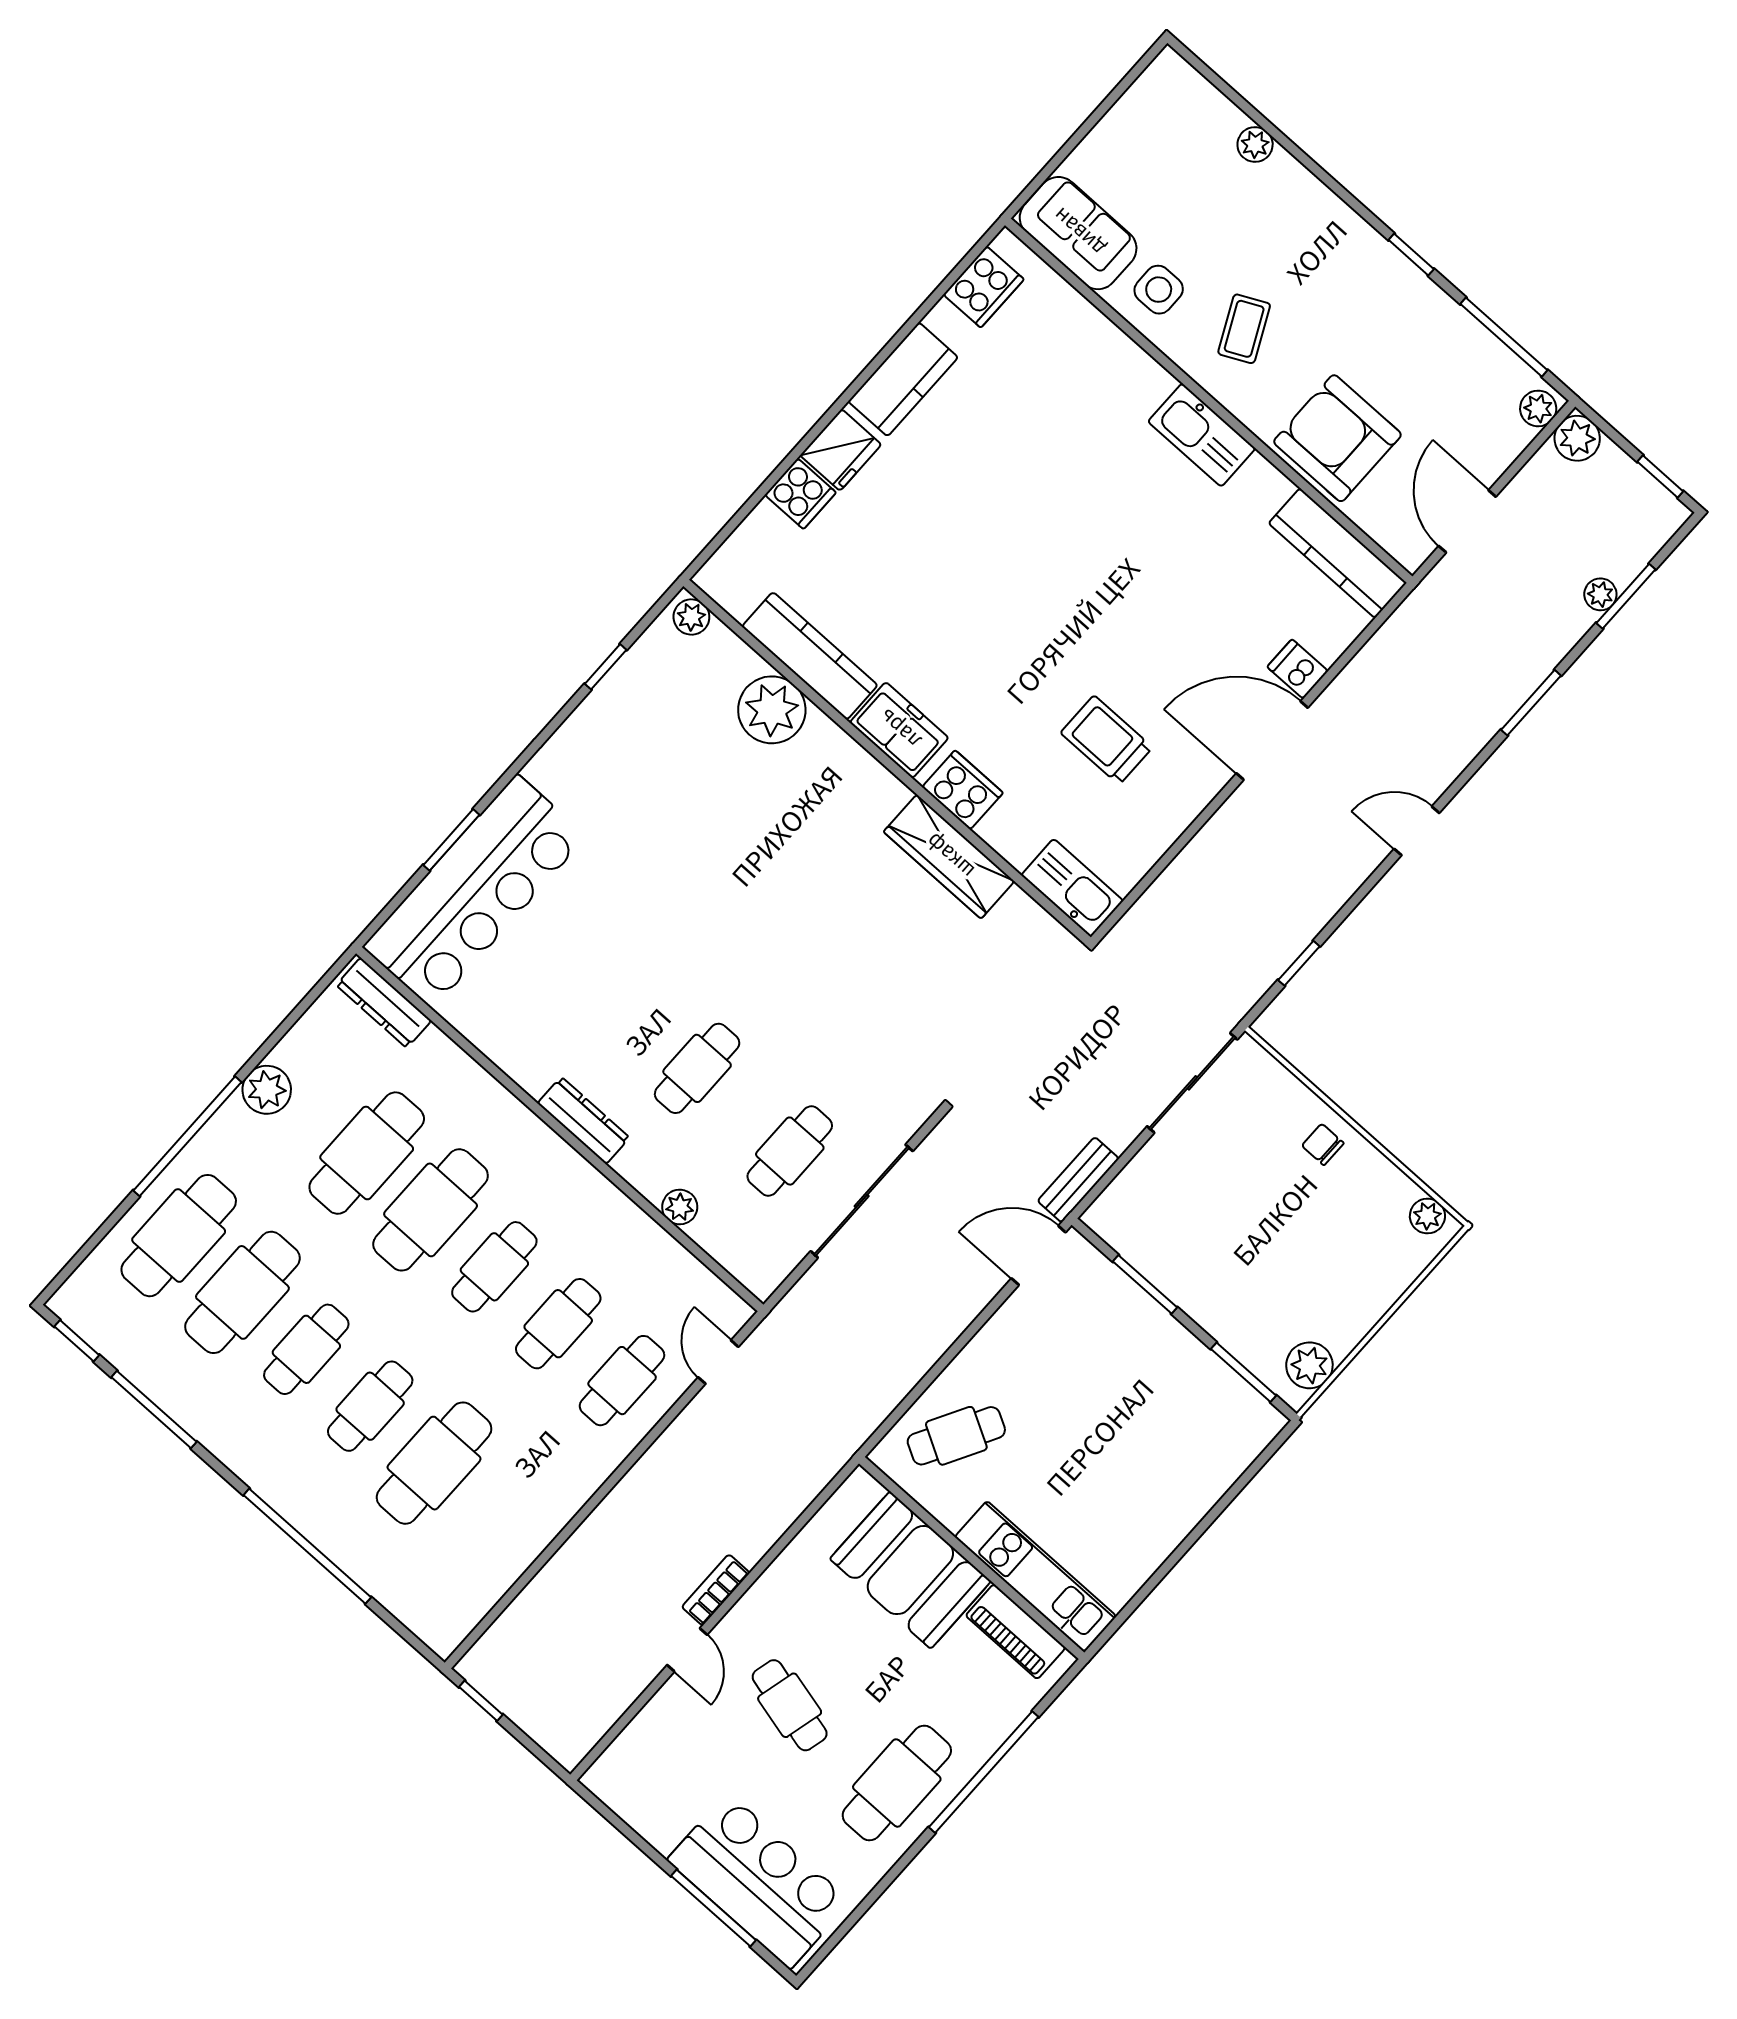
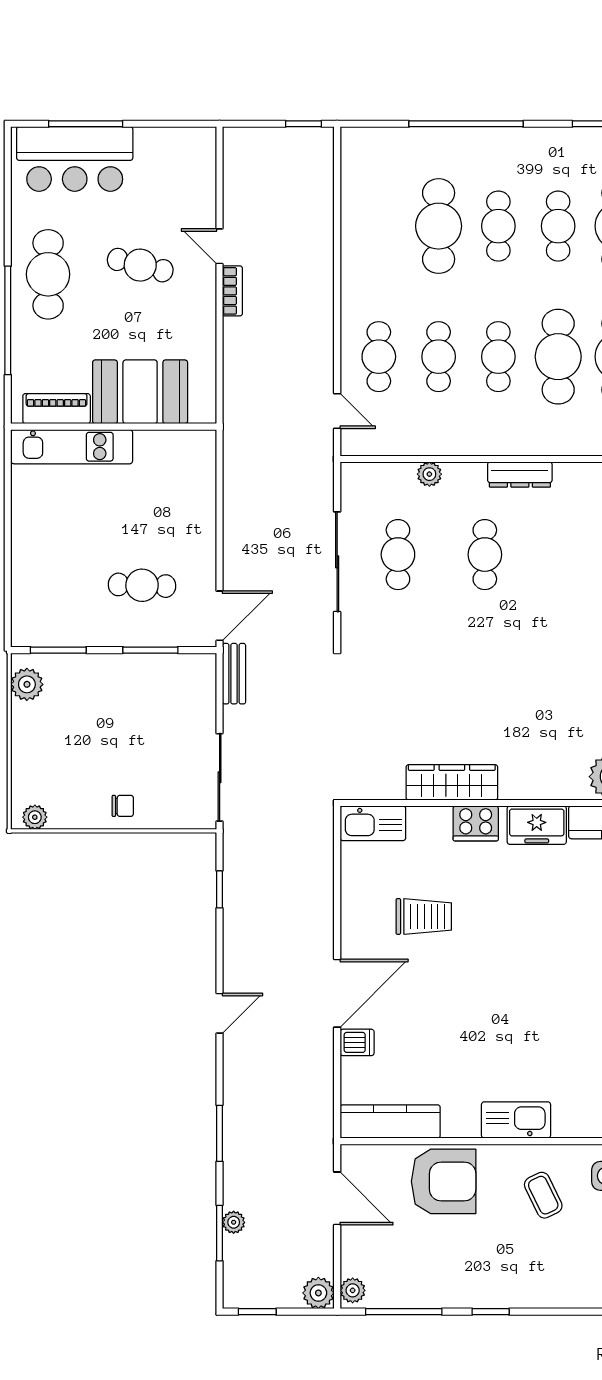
cafe table: (956, 1436) -> (142, 585), moved, turned 63

